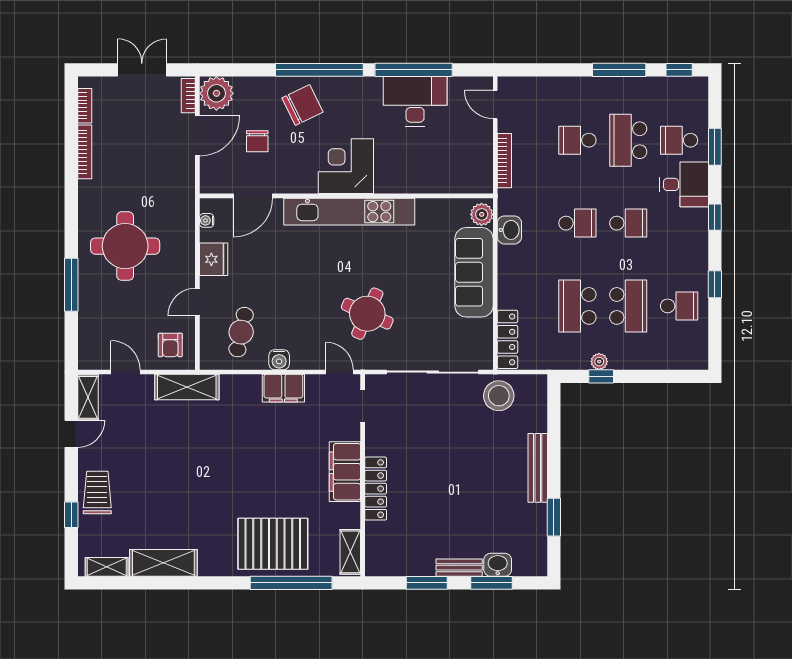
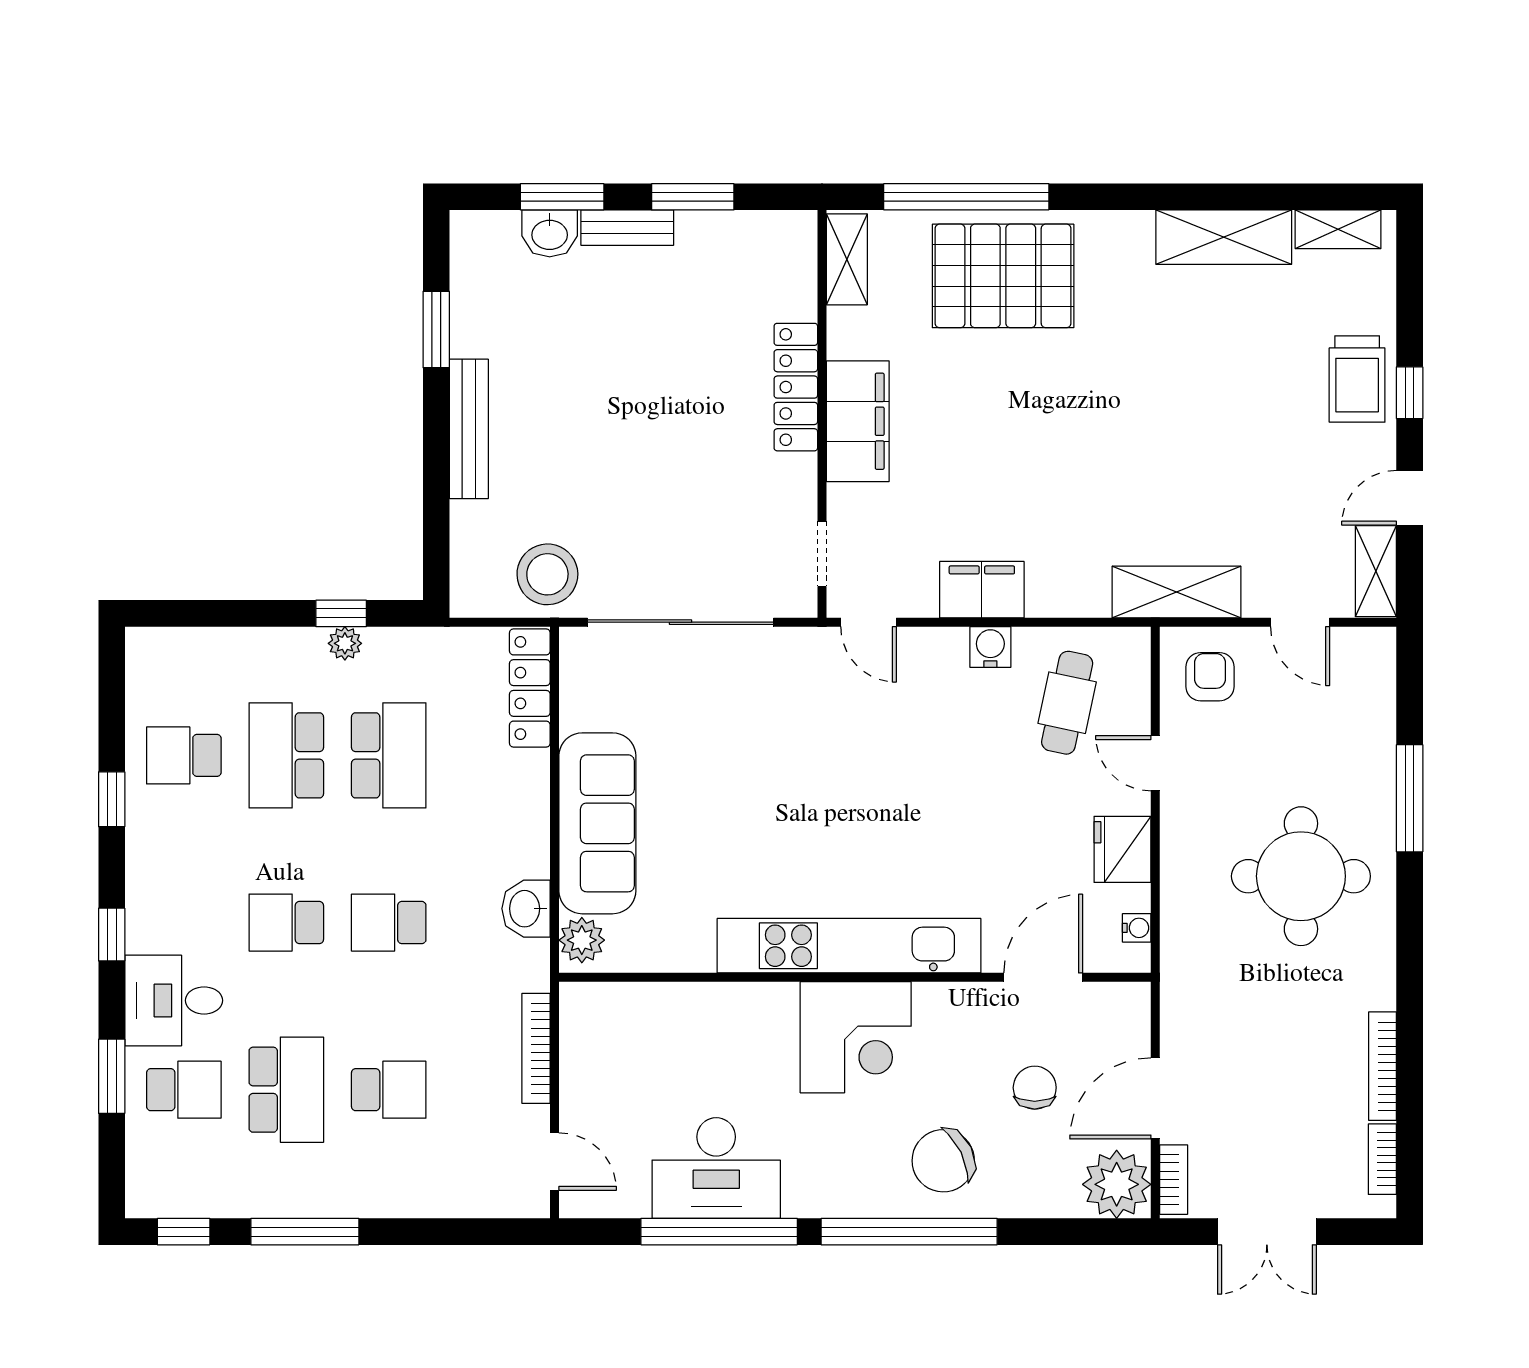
door: (197, 302) -> (1155, 763), swing flipped
round table: (367, 314) -> (813, 740), removed
window: (71, 515) -> (1410, 393), moved

